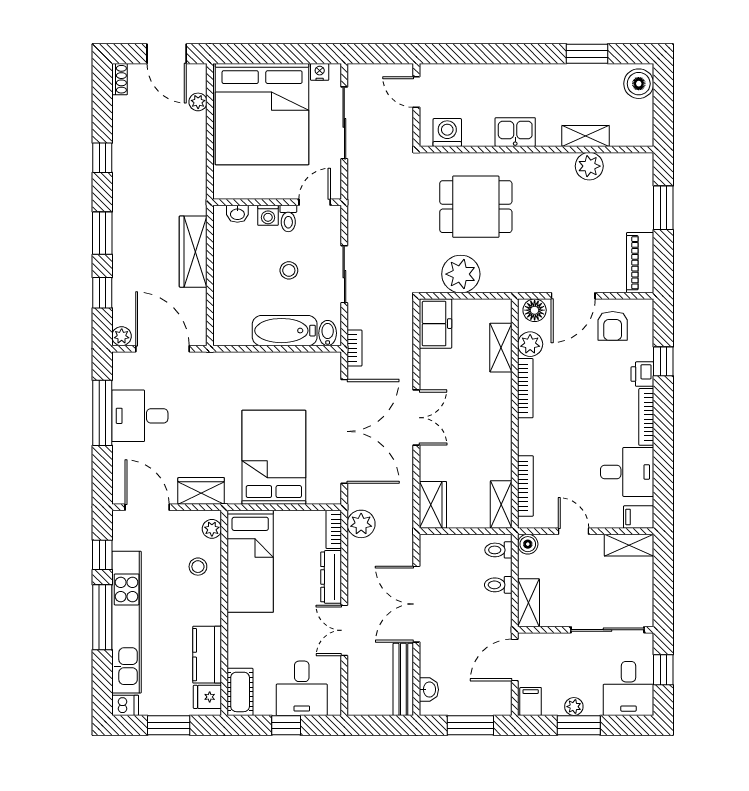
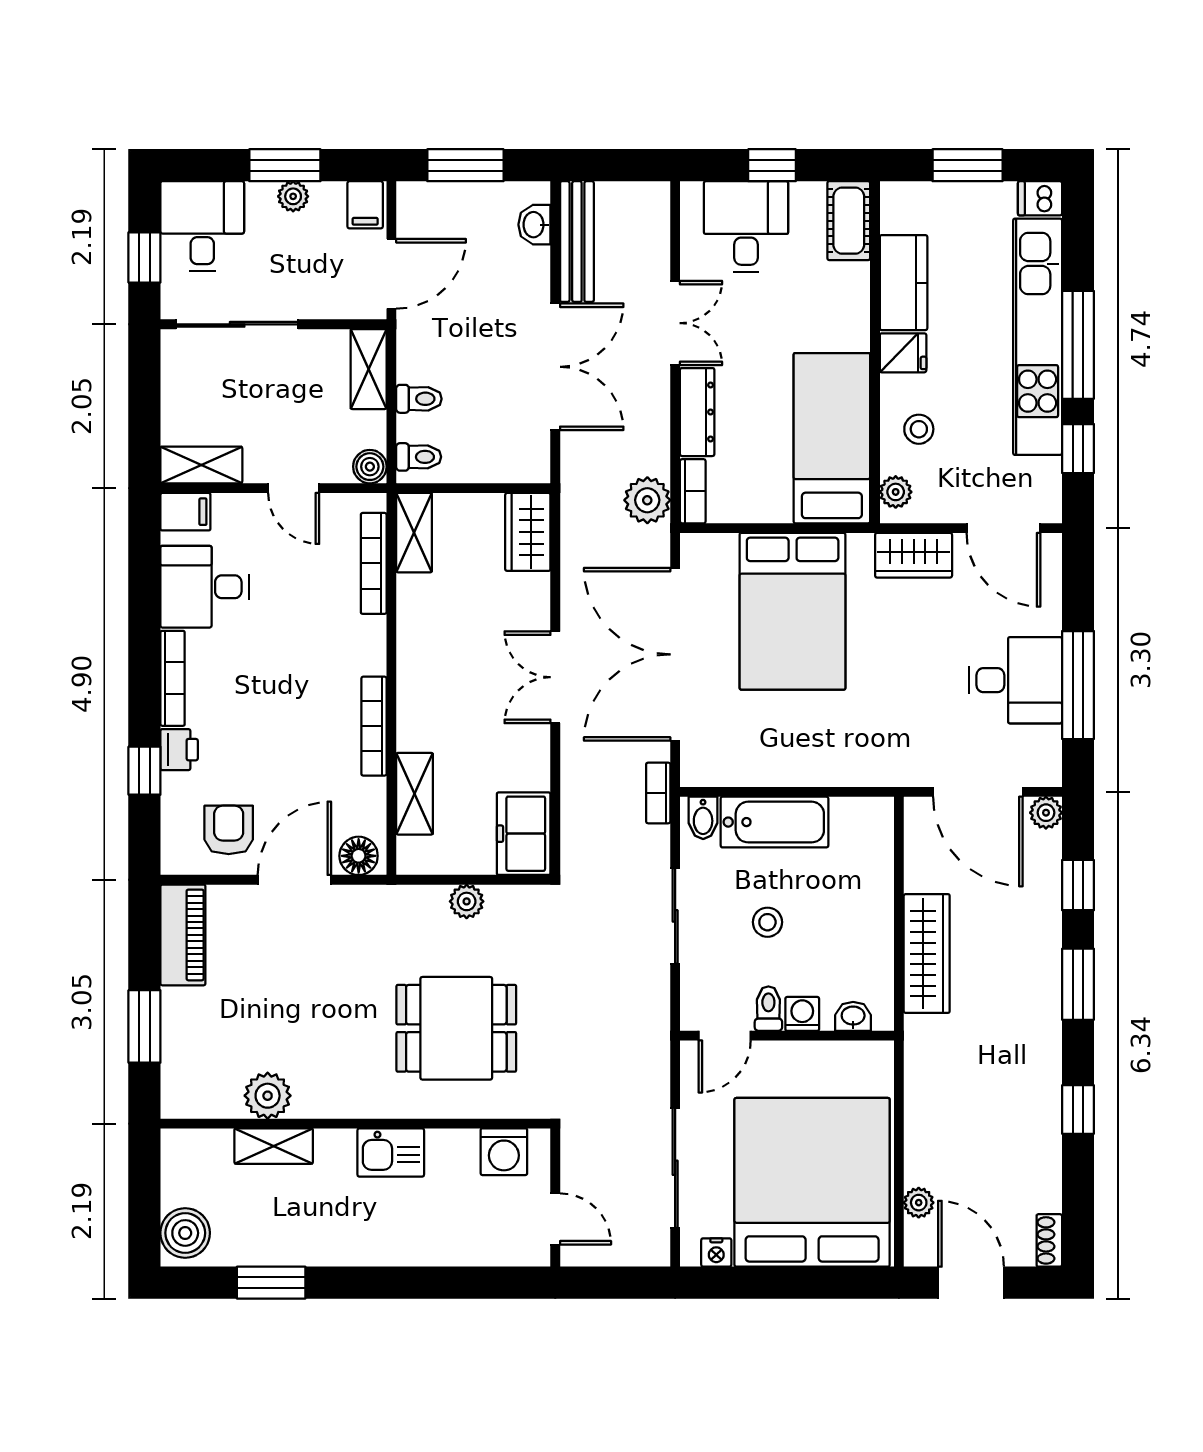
plant: (461, 274) -> (467, 901), width x0.53, depth x0.53
plant: (530, 344) -> (366, 799), removed
fridge: (207, 697) -> (903, 353), moved

